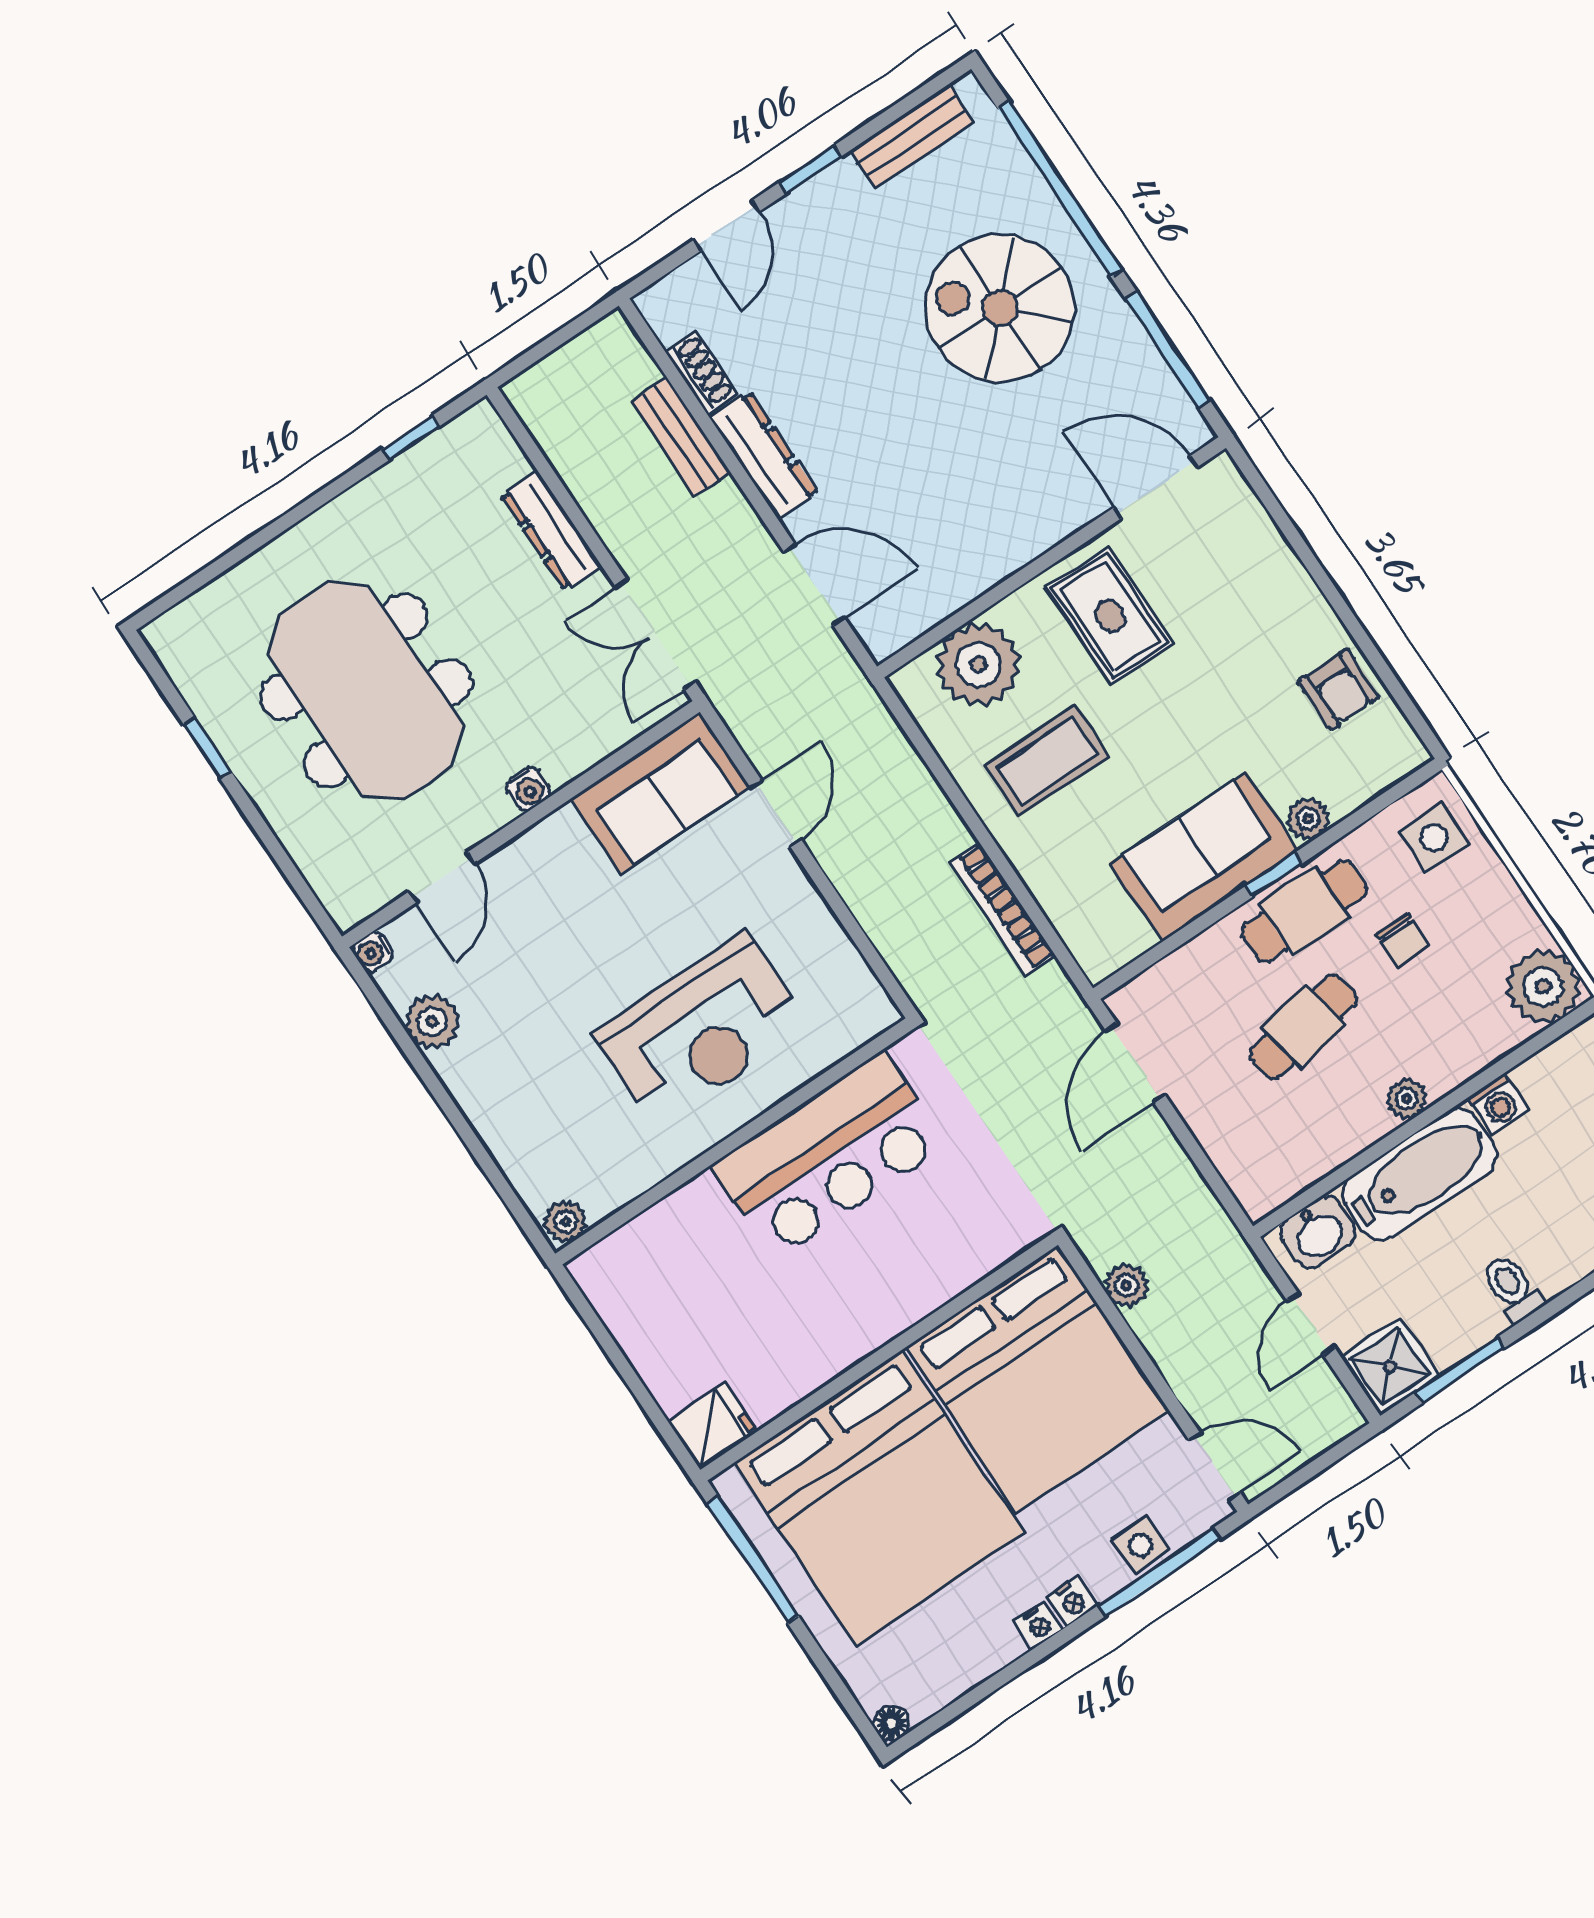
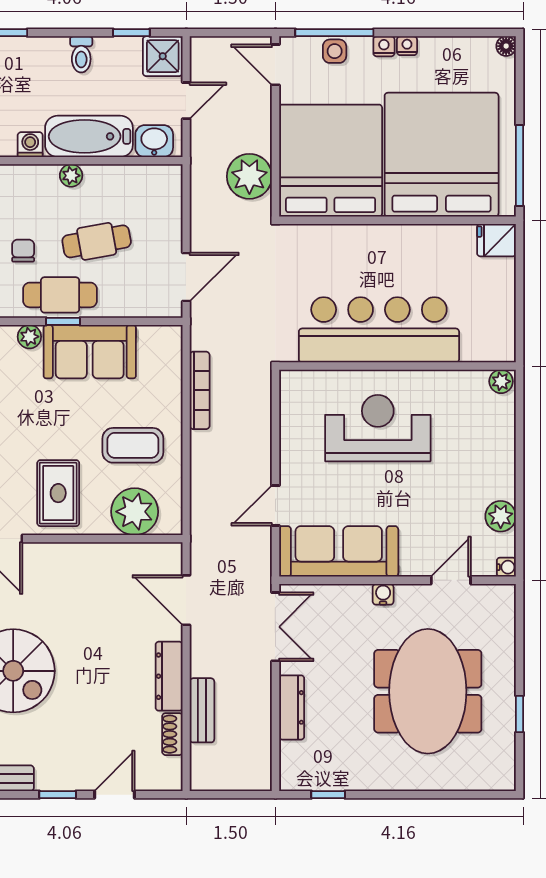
sofa: (660, 793) -> (339, 551), width x1.36
bar counter: (829, 1155) -> (379, 330), width x1.36
plant: (1126, 1285) -> (249, 176), width x1.87, depth x1.87
window: (1460, 1370) -> (131, 33), width x0.67

